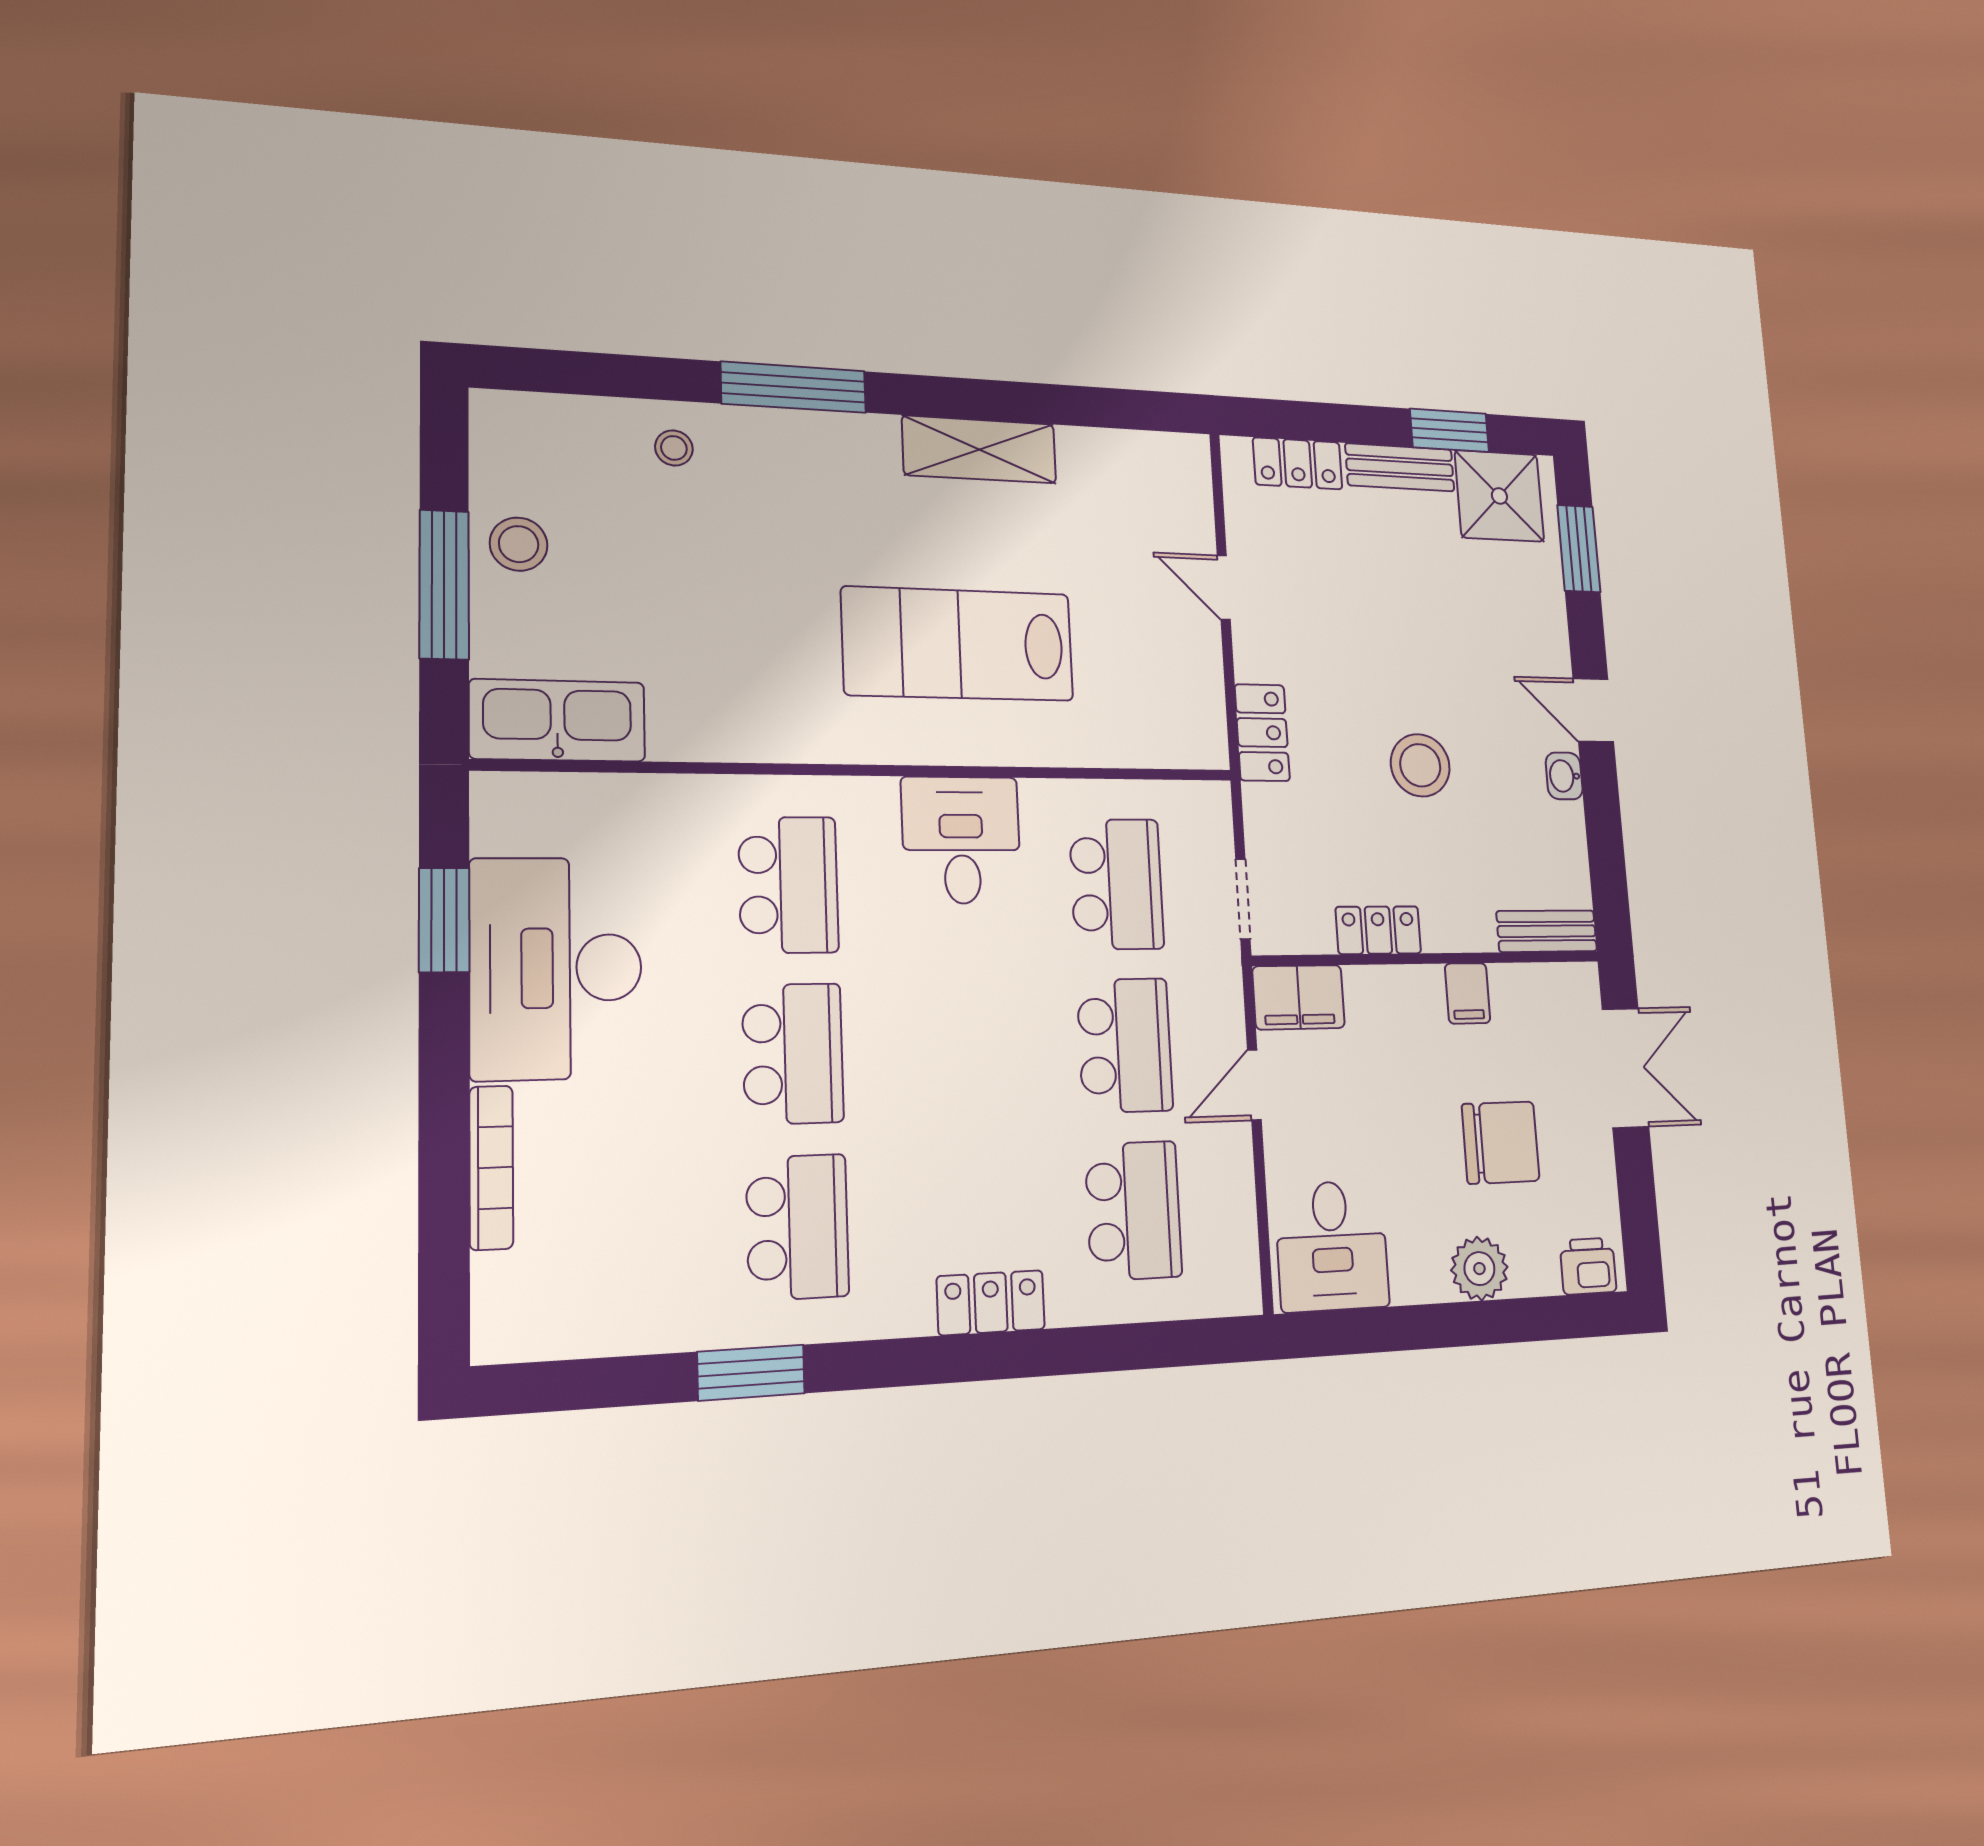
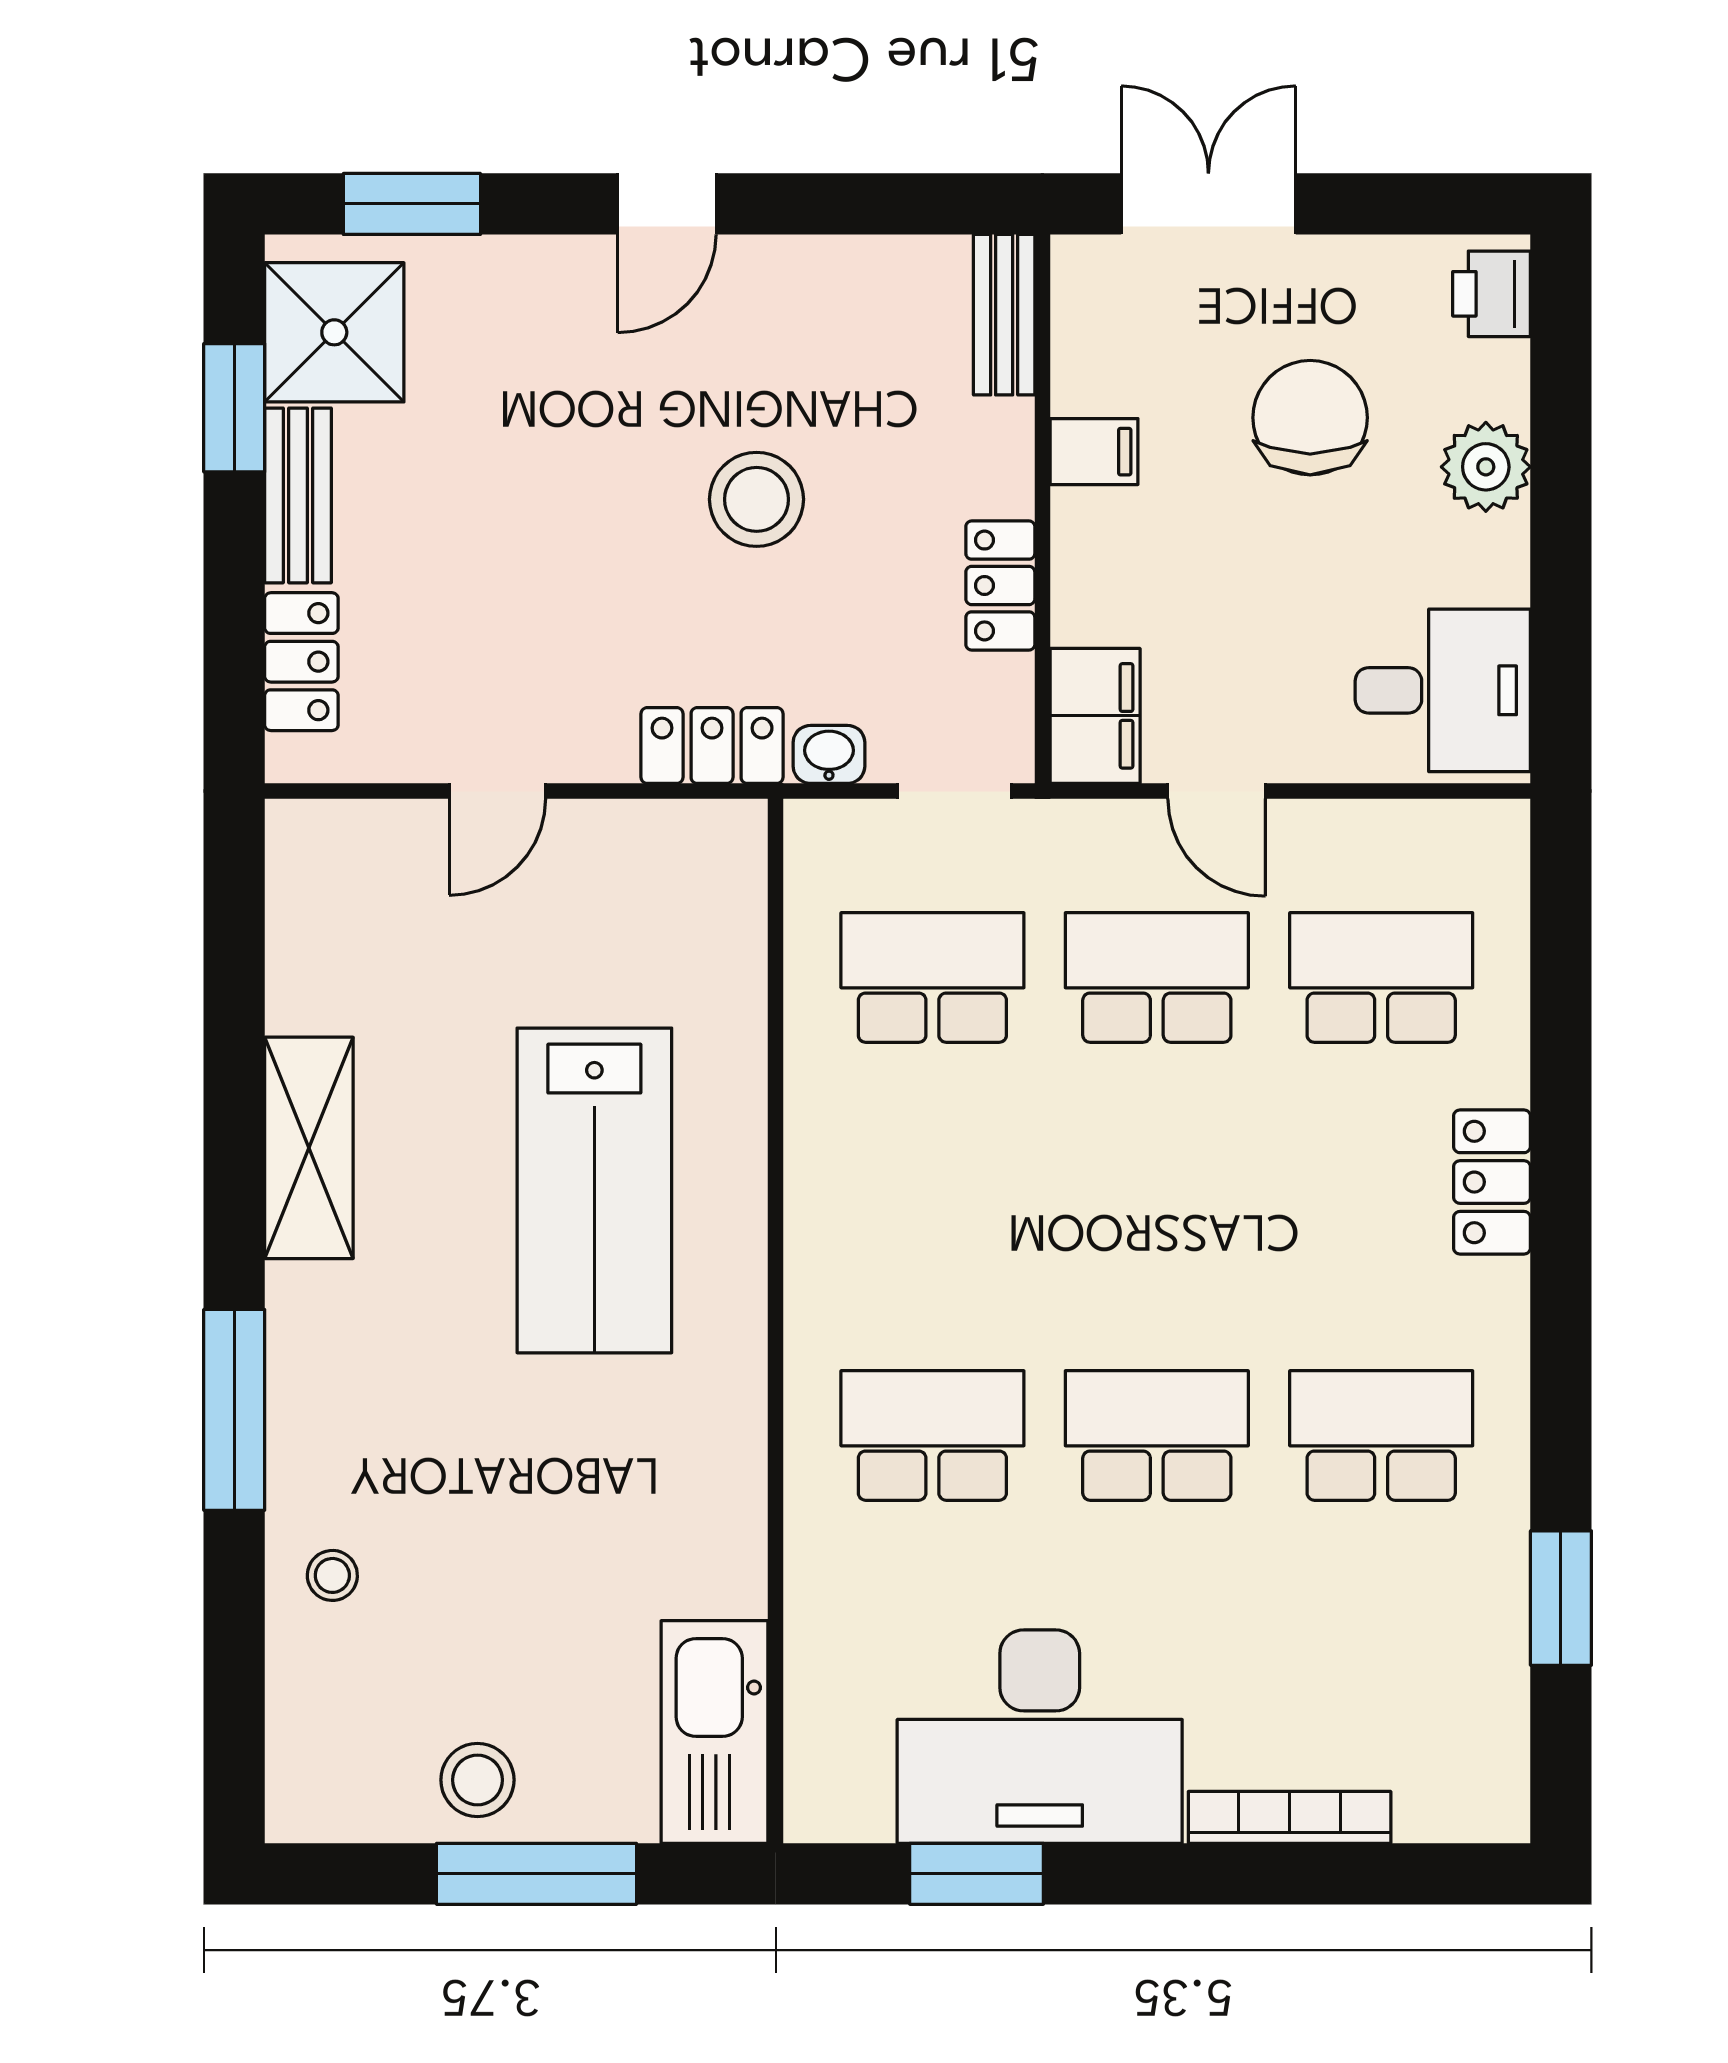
washbasin: (1564, 776) -> (829, 754), moved, turned 180
desk: (961, 840) -> (871, 1197), removed
window: (751, 1373) -> (1561, 1598), moved

